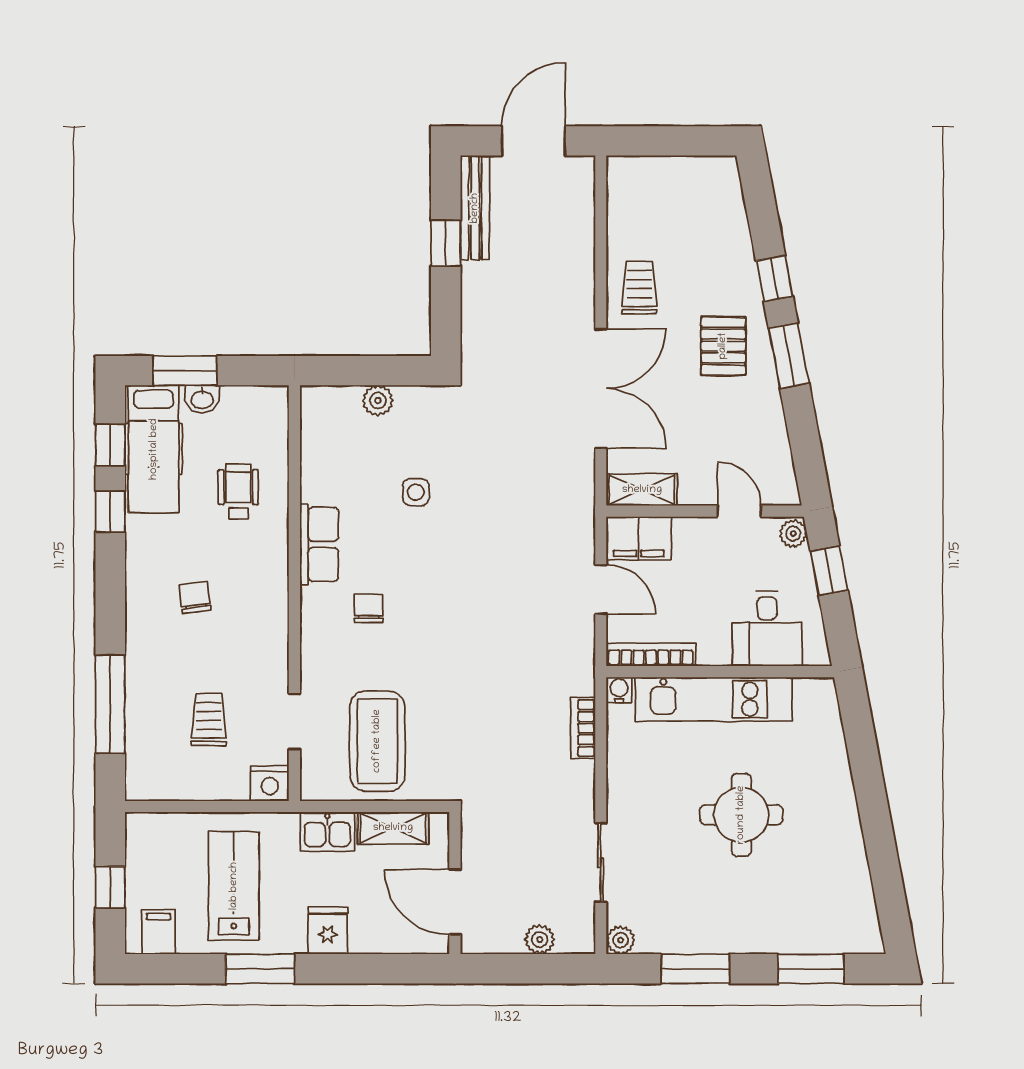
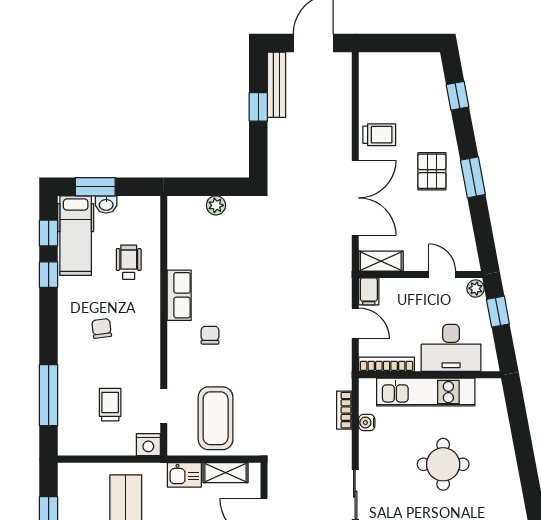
window: (774, 279) -> (458, 96), moved
trolley: (639, 288) -> (379, 135), turned 90
side table: (416, 492) -> (240, 263), removed
filing cabinet: (639, 538) -> (369, 291), width x0.50
desk: (767, 629) -> (451, 348), width x1.37
water cooler: (619, 690) -> (367, 422), moved, turned -90

